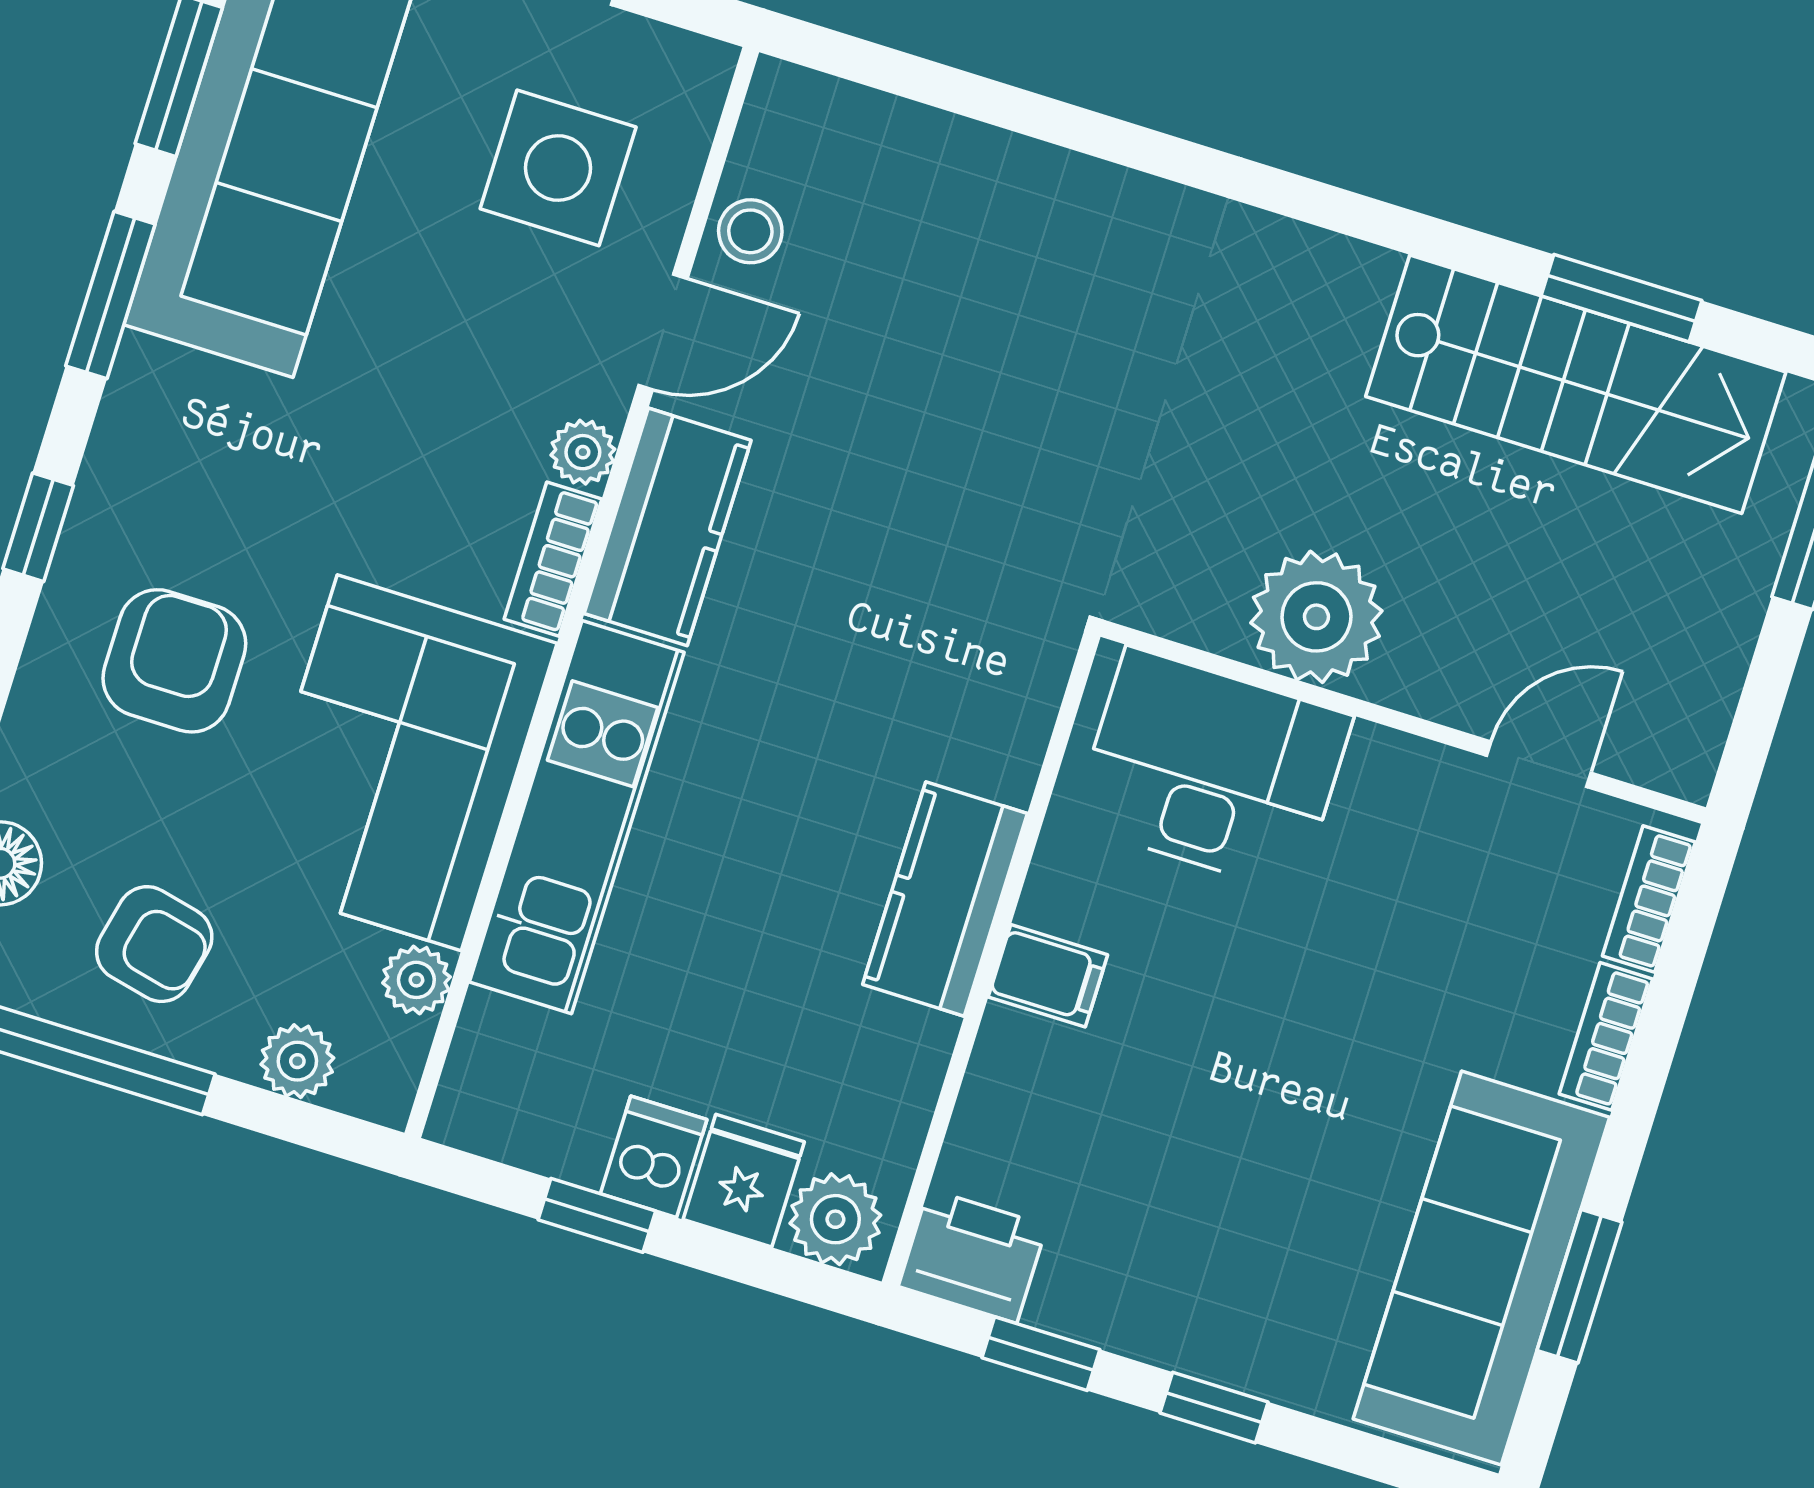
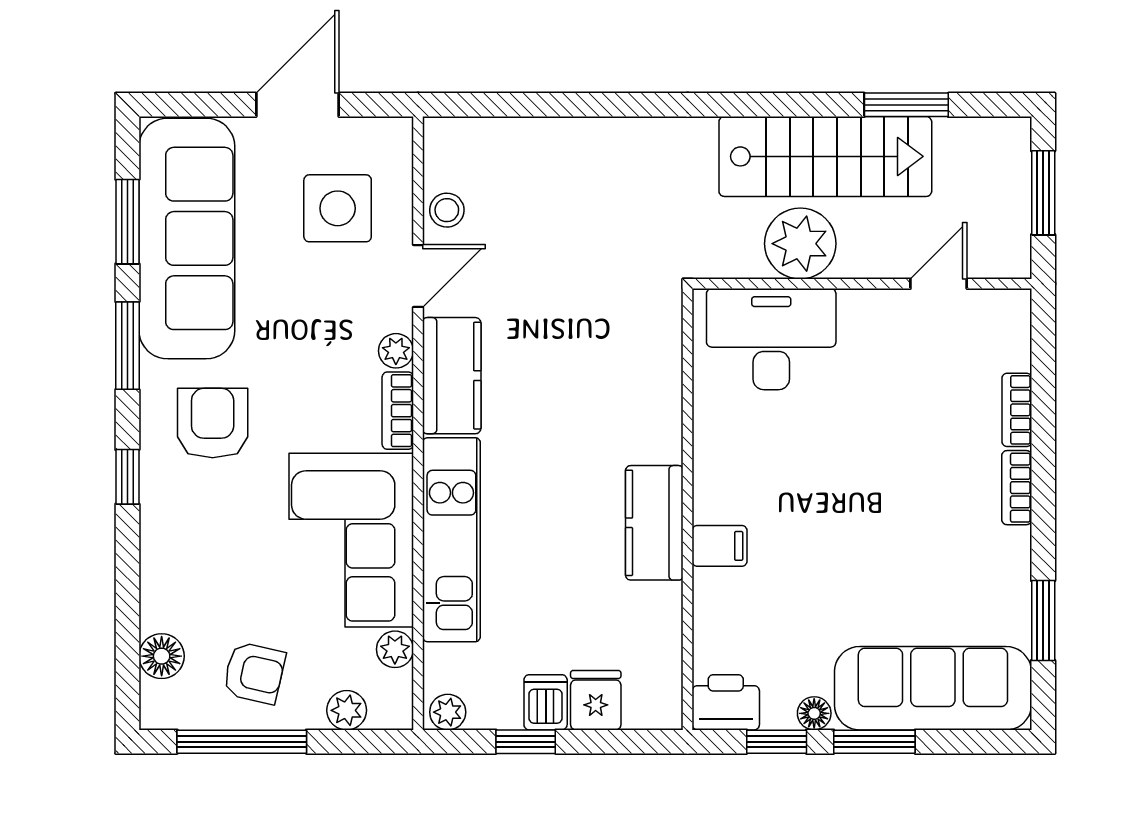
stairs: (1576, 384) -> (825, 156), moved
plant: (1316, 617) -> (800, 244), moved
armchair: (174, 661) -> (213, 423), moved
wall: (1403, 722) -> (862, 284), moved
door: (1539, 764) -> (939, 284), moved
desk: (1212, 770) -> (771, 339), moved
plant: (835, 1219) -> (448, 712), moved, width x0.73, depth x0.73
sofa: (1481, 1268) -> (933, 688), moved, turned 90
floor lamp: (1123, 1324) -> (814, 713), added
window: (1214, 1408) -> (874, 742), width x1.50

